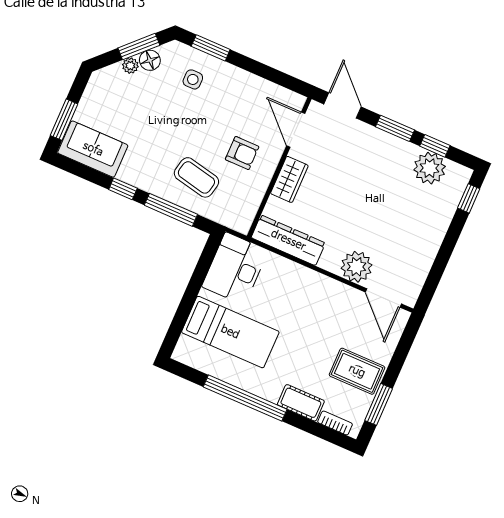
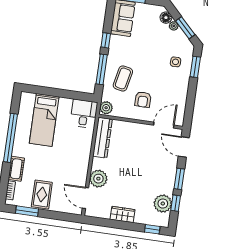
floor lamp: (150, 60) -> (166, 18), moved
door: (342, 105) -> (184, 147), swing flipped
wardrobe: (289, 179) -> (123, 214), moved, turned 180
plant: (239, 220) -> (106, 108), added
desk: (235, 268) -> (84, 114), width x0.73
door: (383, 298) -> (85, 198), hinge flipped

